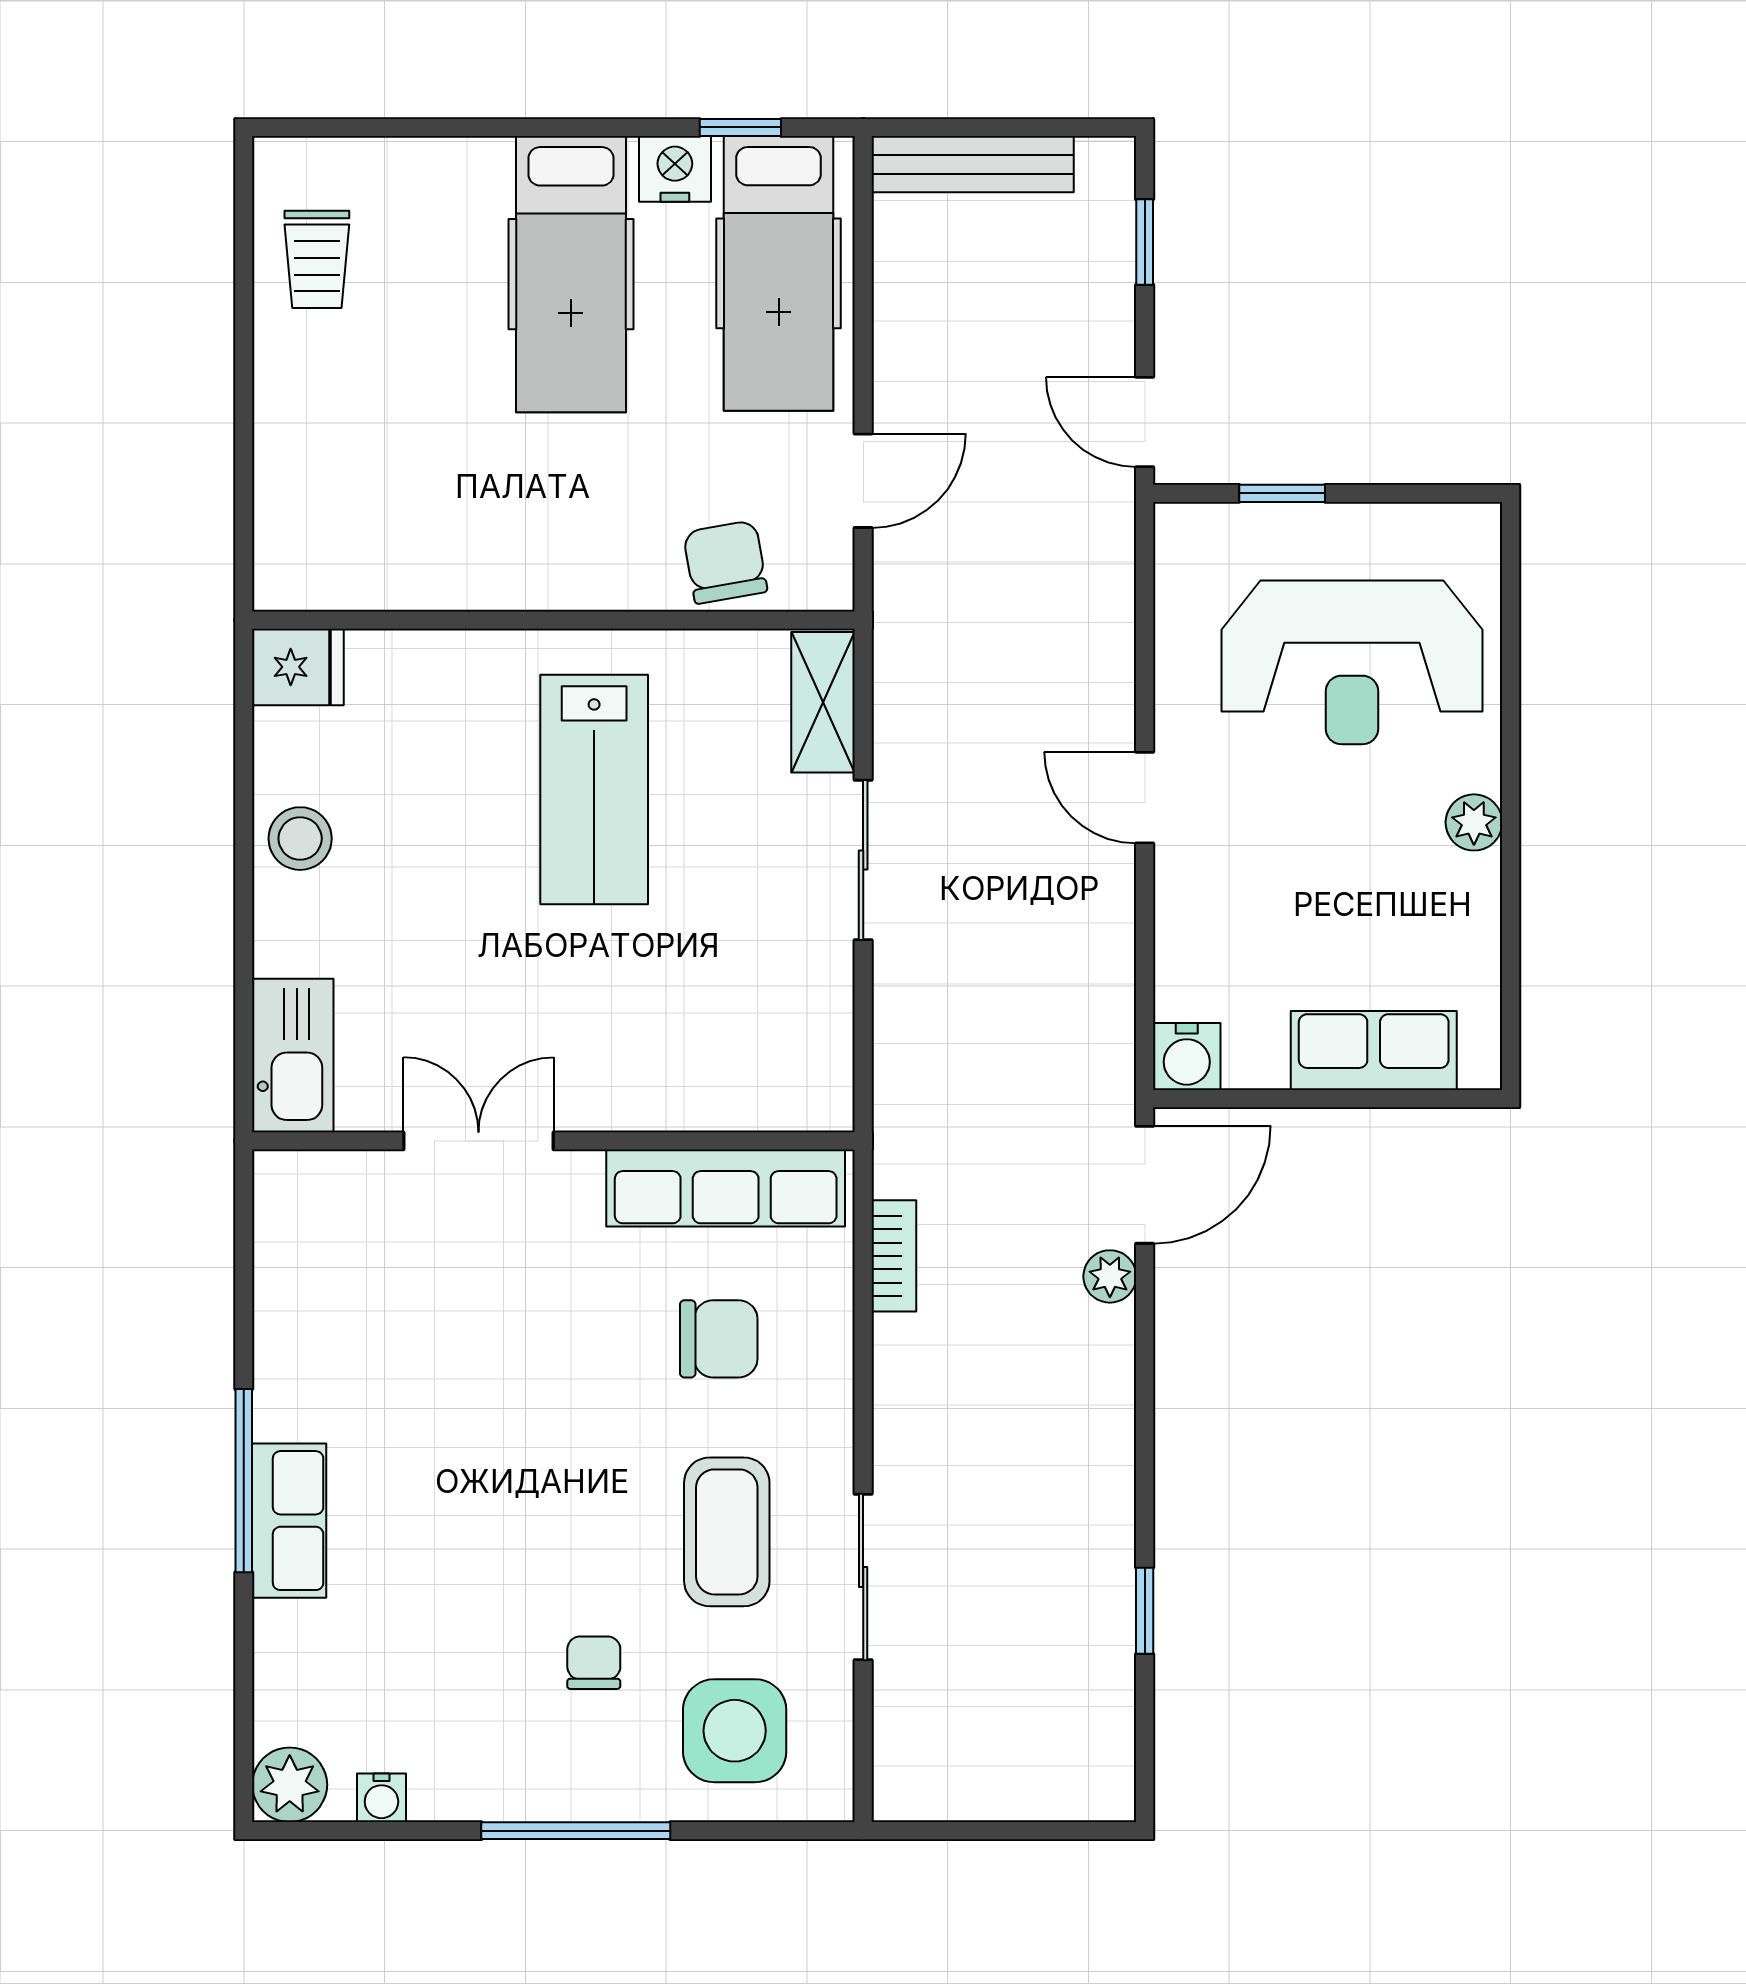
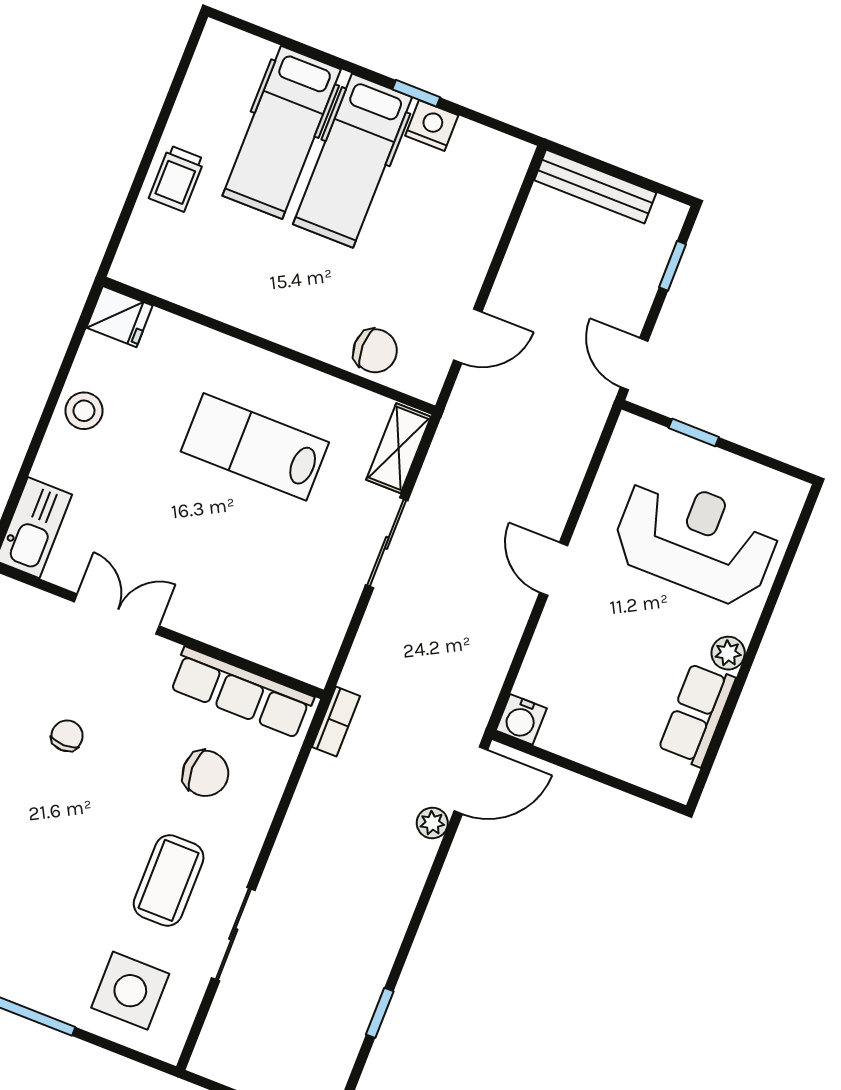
window: (740, 127) -> (416, 93), moved
trolley: (317, 259) -> (177, 179), moved
hospital bed: (779, 273) -> (282, 132), moved
chair: (725, 562) -> (375, 351), turned 100
reception desk: (1352, 662) -> (696, 540), turned 180
lab bench: (594, 789) -> (255, 447), turned 90
row of seats: (1374, 1051) -> (697, 714), moved, turned -90
bookcase: (894, 1256) -> (336, 722), moved
chair: (594, 1663) -> (67, 736), moved

